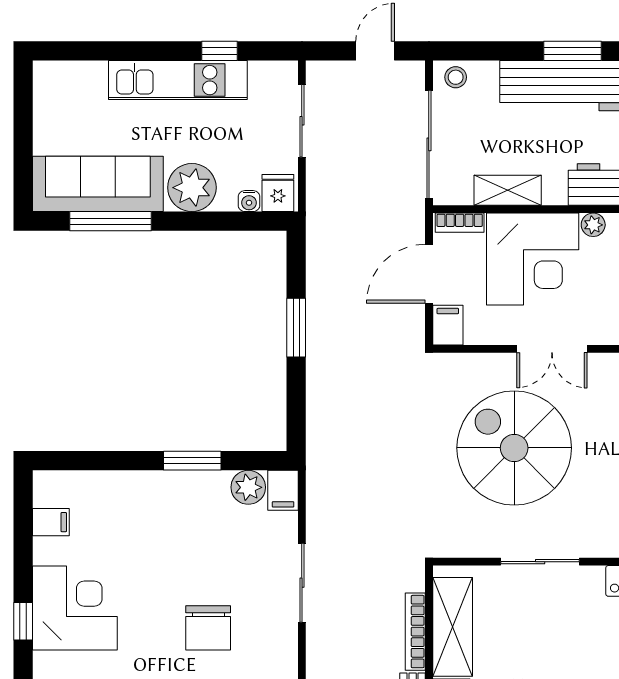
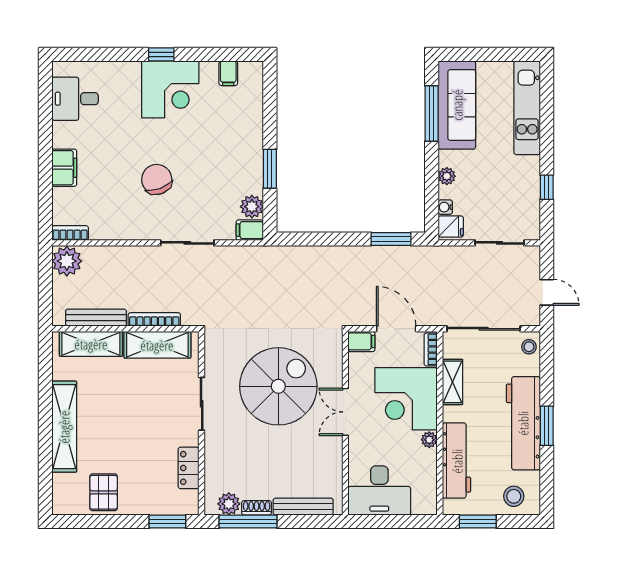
kitchen unit: (178, 80) -> (527, 108), moved
plant: (192, 188) -> (447, 176), width x0.53, depth x0.53
window: (296, 328) -> (391, 239), moved
chair: (208, 628) -> (157, 179), turned 70

